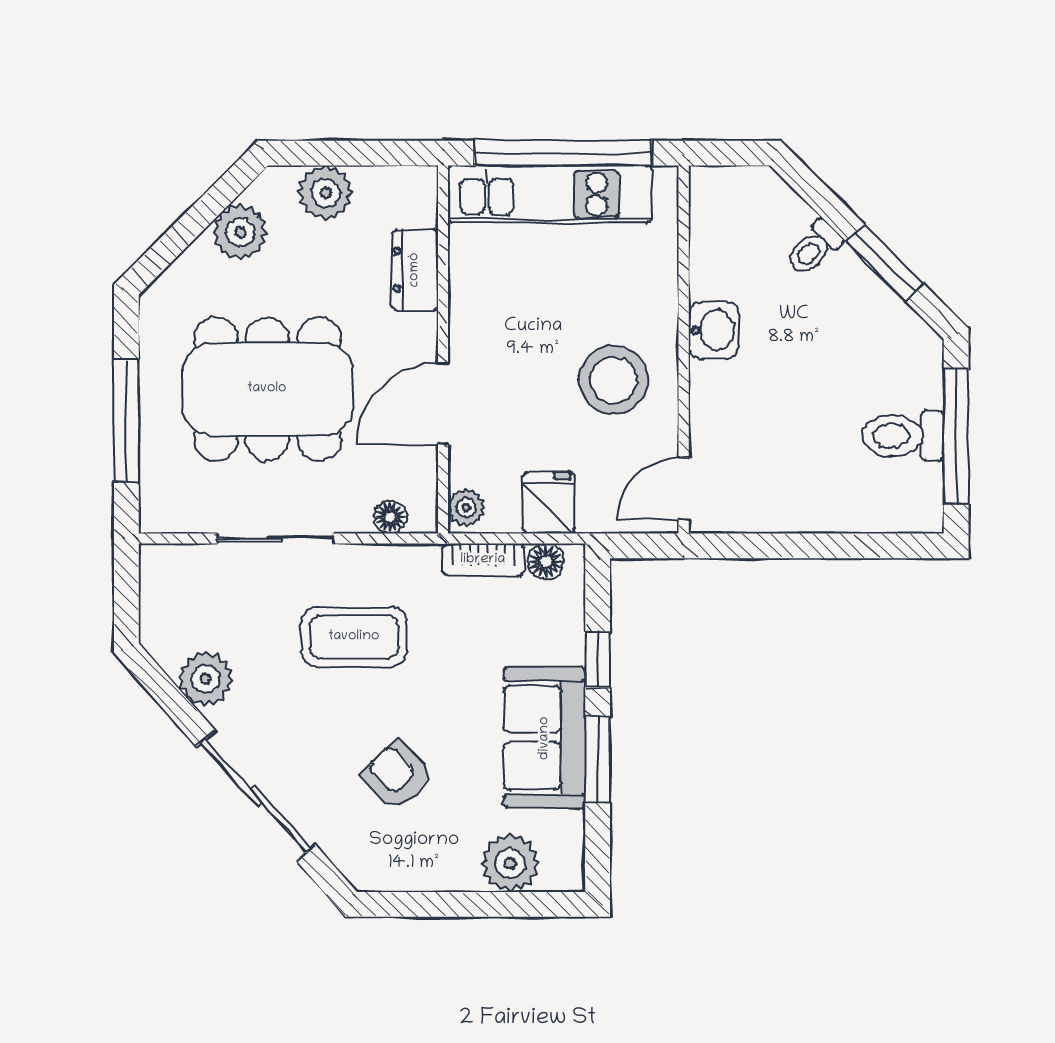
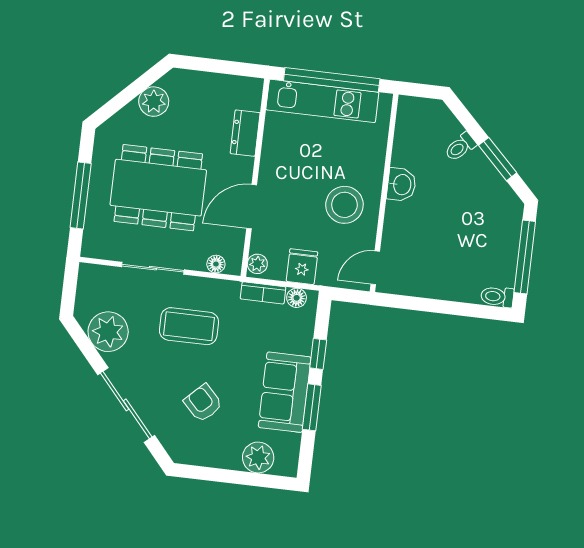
plant: (326, 193) -> (202, 86), removed
toilet: (903, 436) -> (497, 297), moved, width x0.73, depth x0.72
plant: (206, 679) -> (108, 332), width x1.36, depth x1.36

